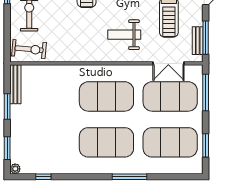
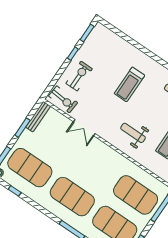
double door: (168, 63) -> (84, 128), moved
exercise mat: (106, 96) -> (30, 168), moved

